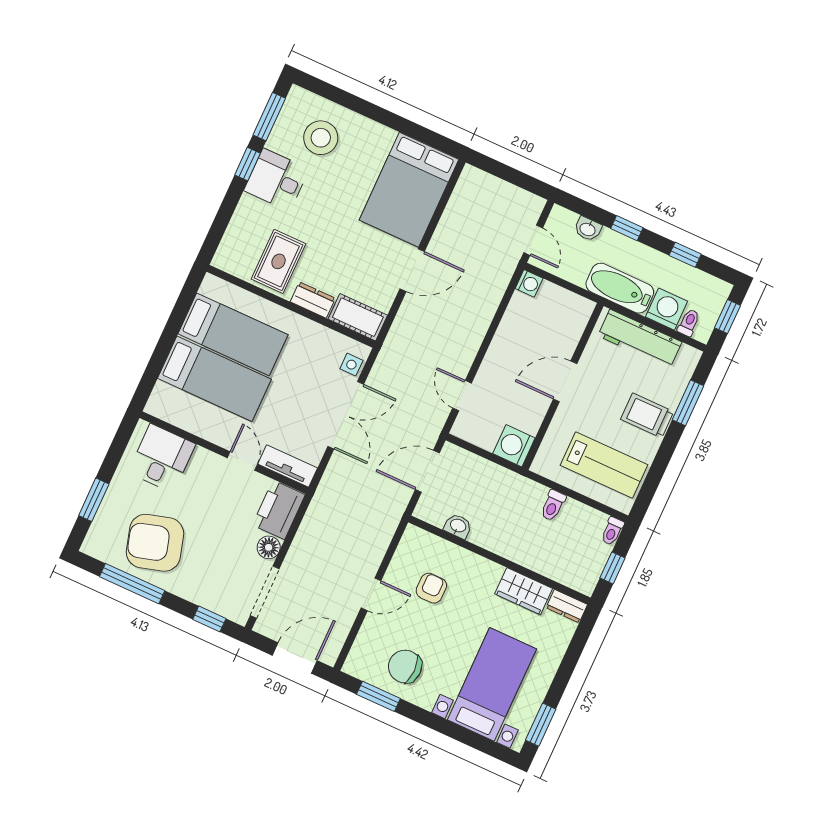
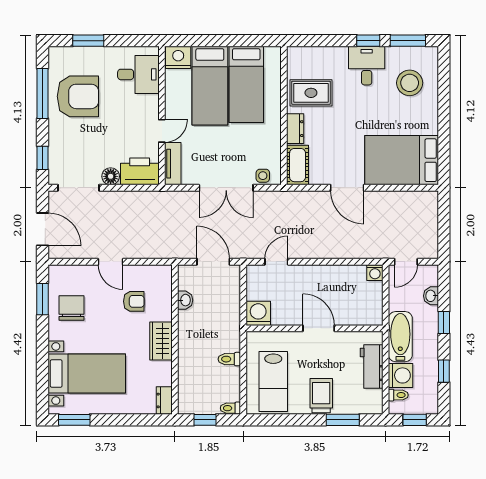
workbench: (640, 339) -> (372, 367), width x0.73
nightstand: (163, 401) -> (178, 57), added
armchair: (155, 543) -> (78, 96), turned 106
wardrobe: (524, 591) -> (161, 341), moved

